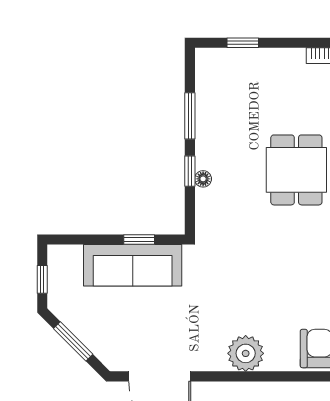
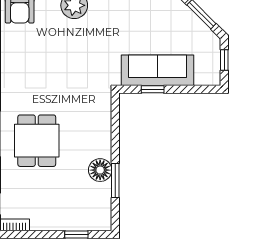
window: (190, 171) -> (115, 140), removed
floor lamp: (203, 179) -> (100, 170), moved, width x1.89, depth x1.89

